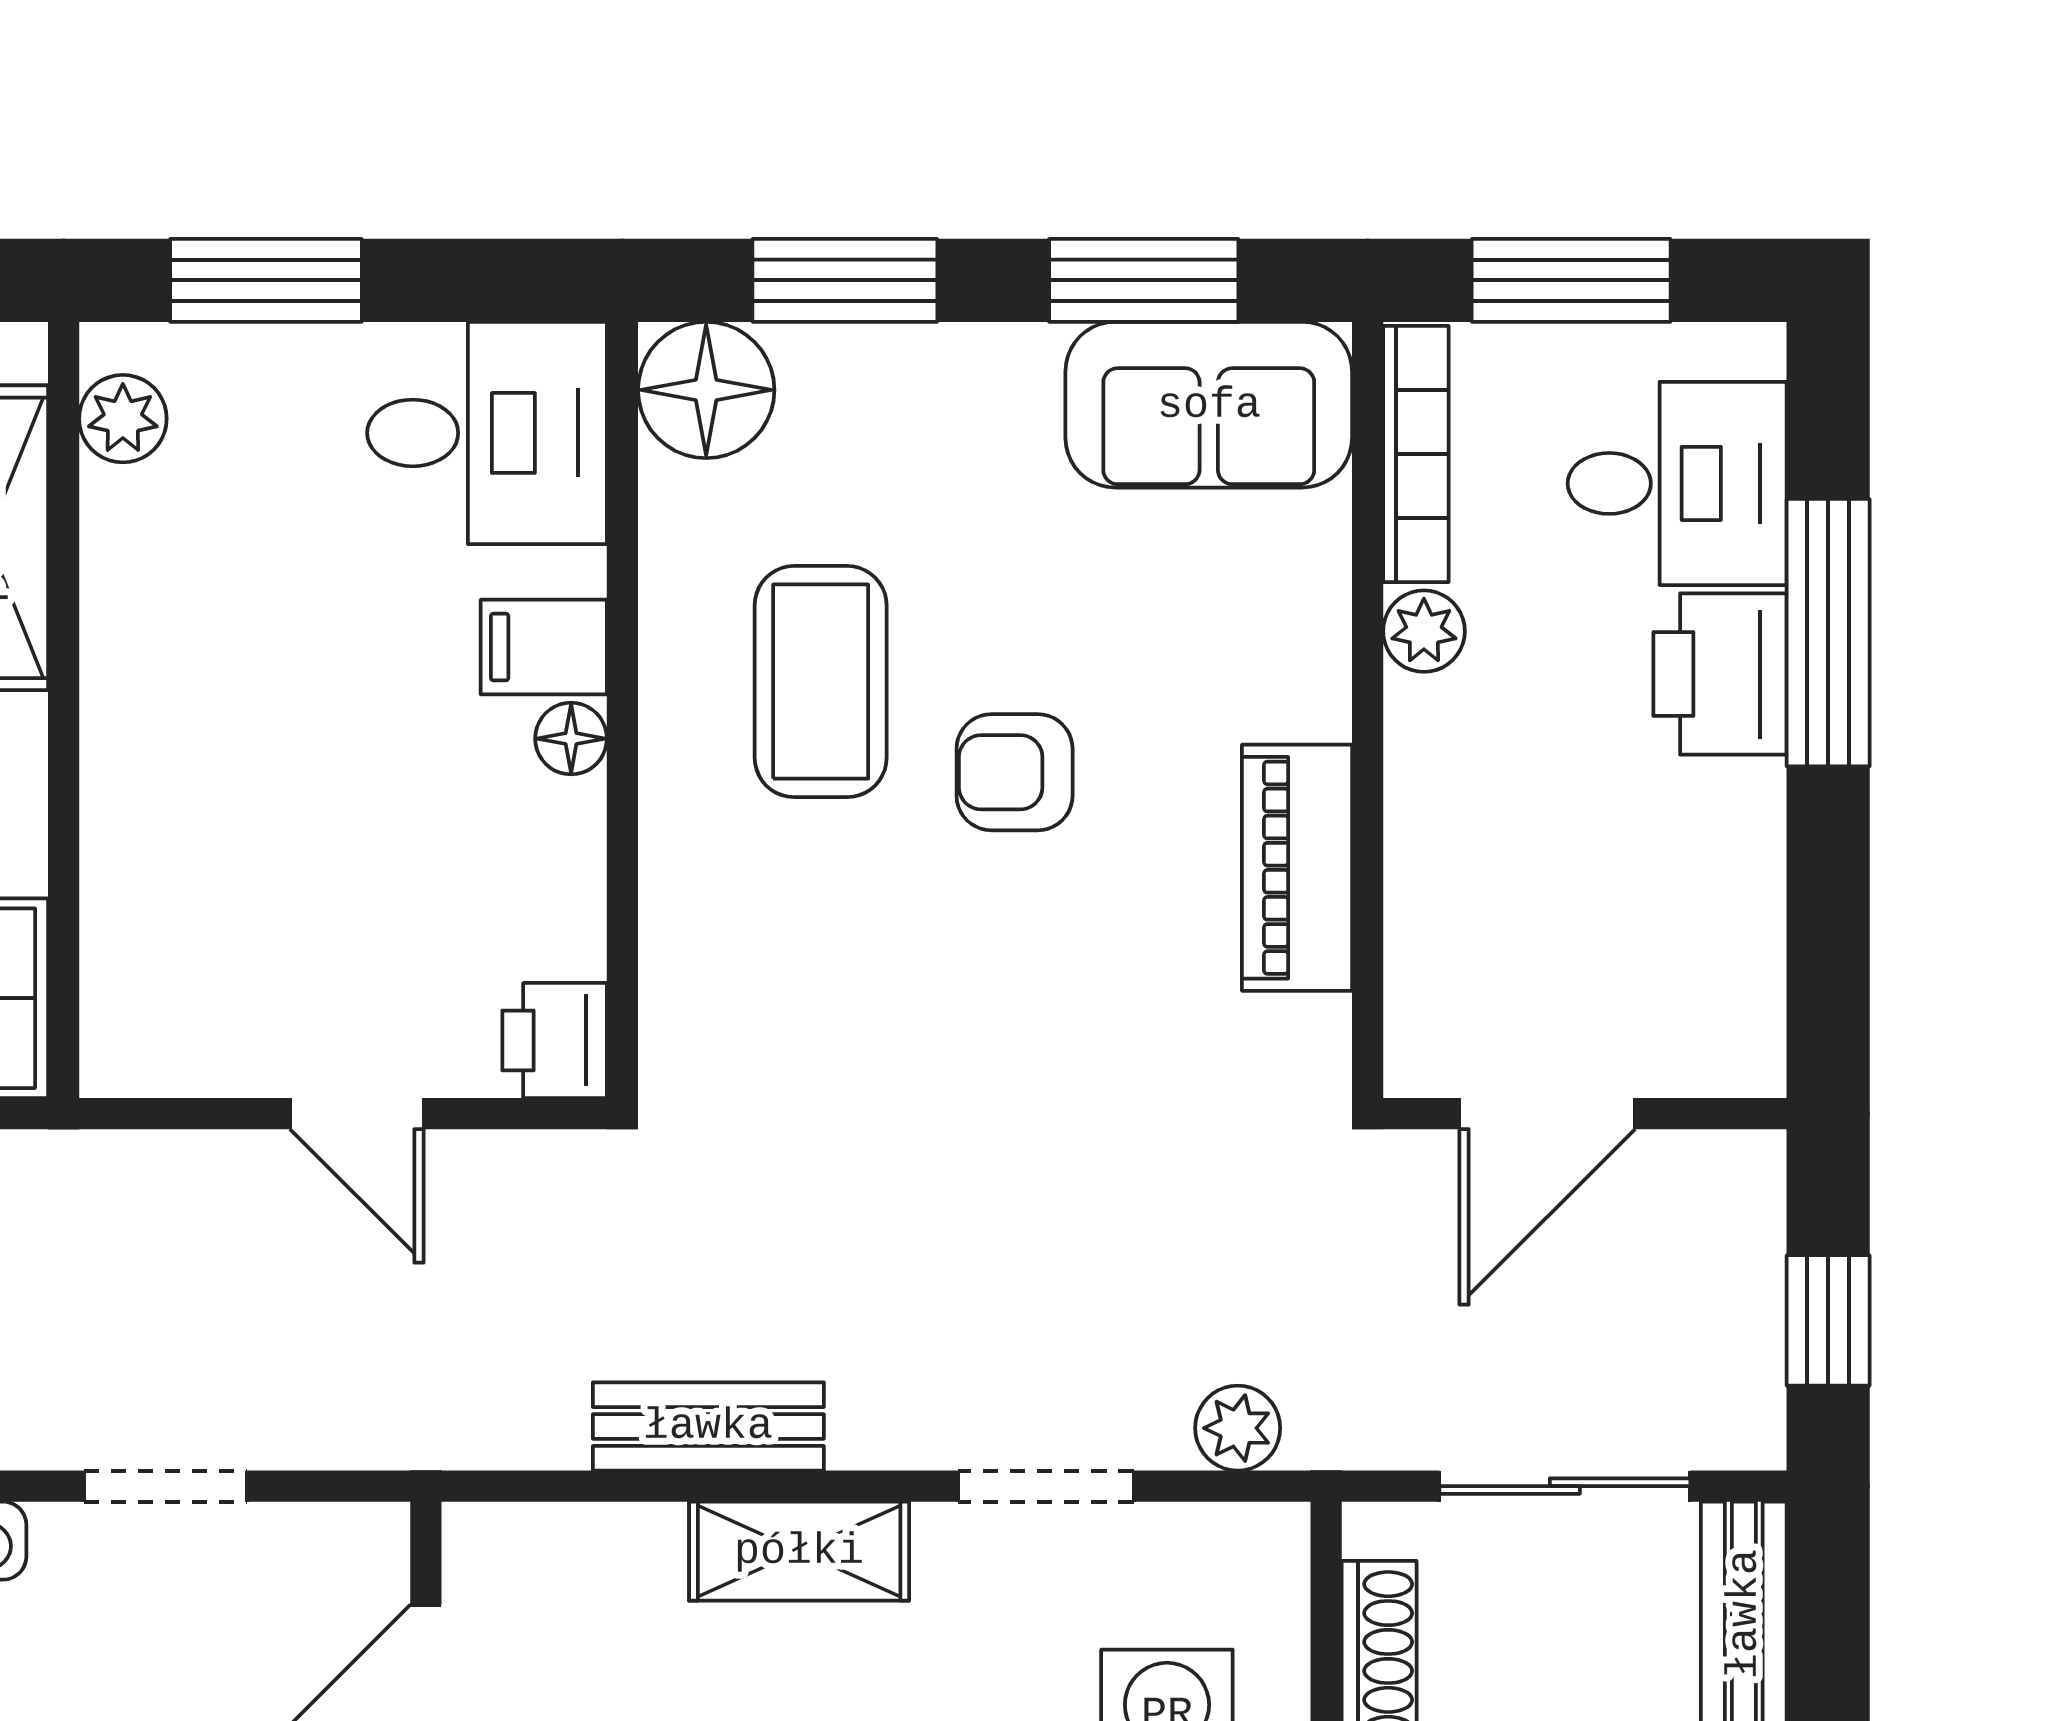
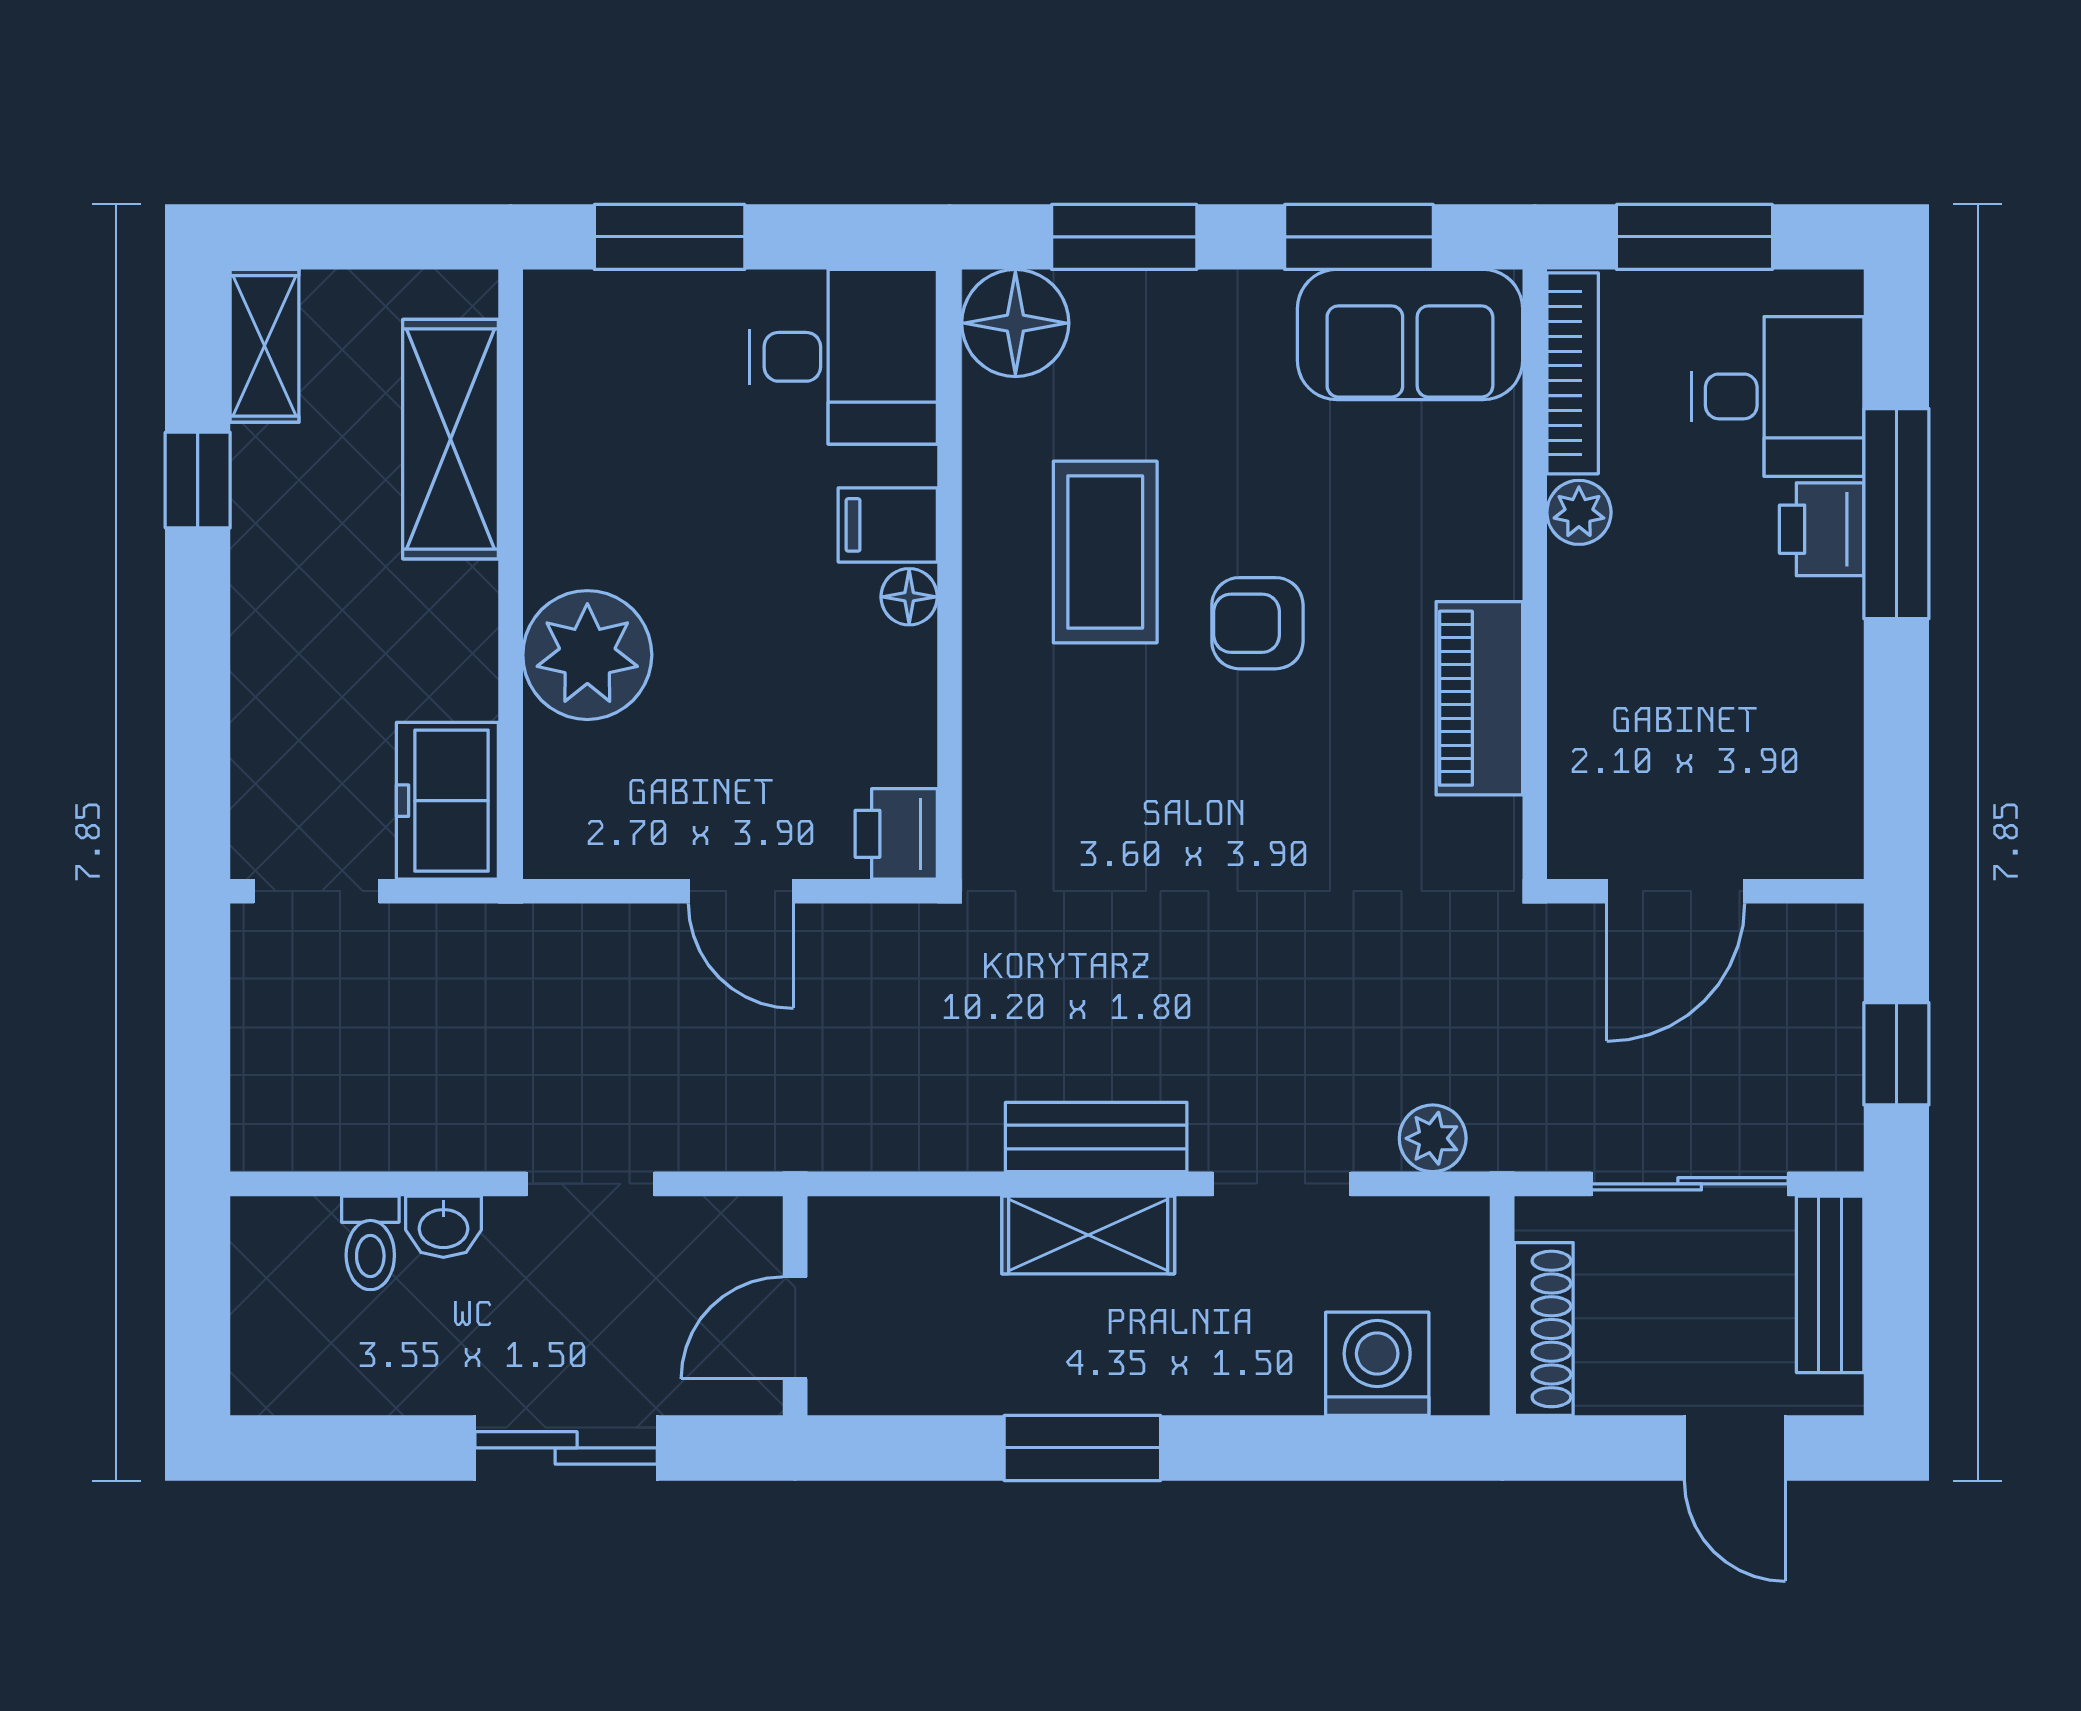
plant: (123, 419) -> (587, 655), moved, width x1.88, depth x1.88
printer: (1720, 674) -> (1822, 529), width x0.73, depth x0.81
bench: (708, 1426) -> (1096, 1137), moved

